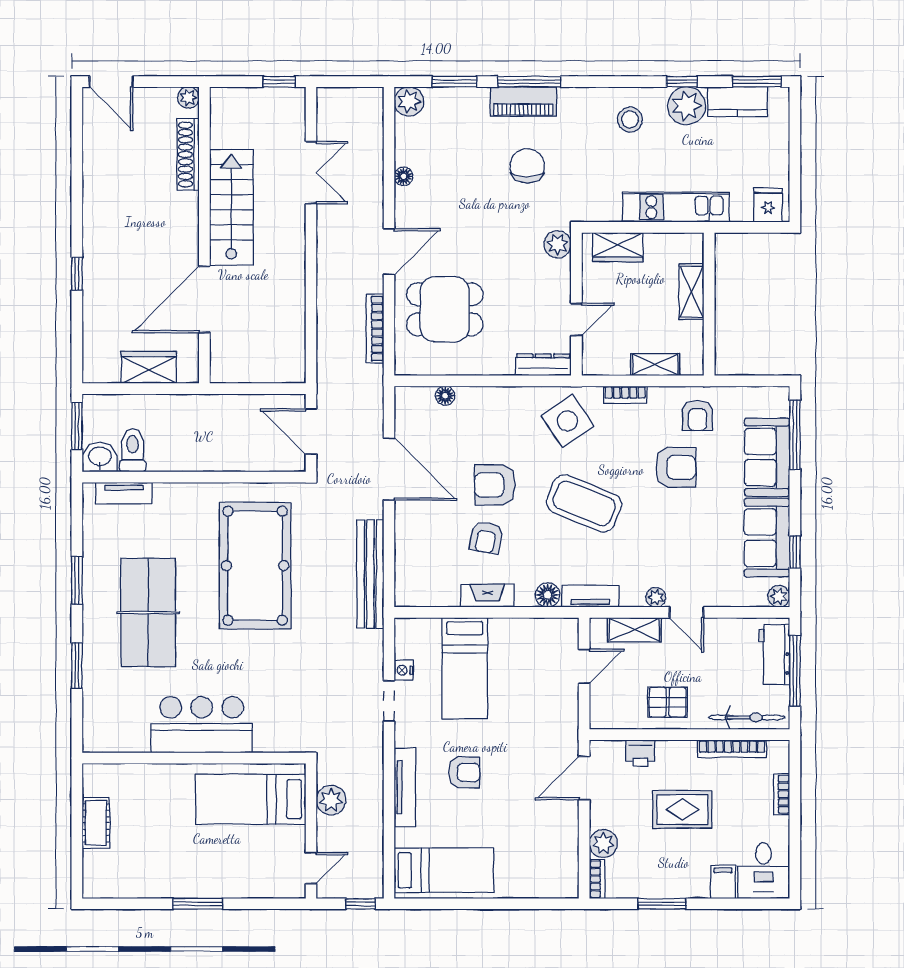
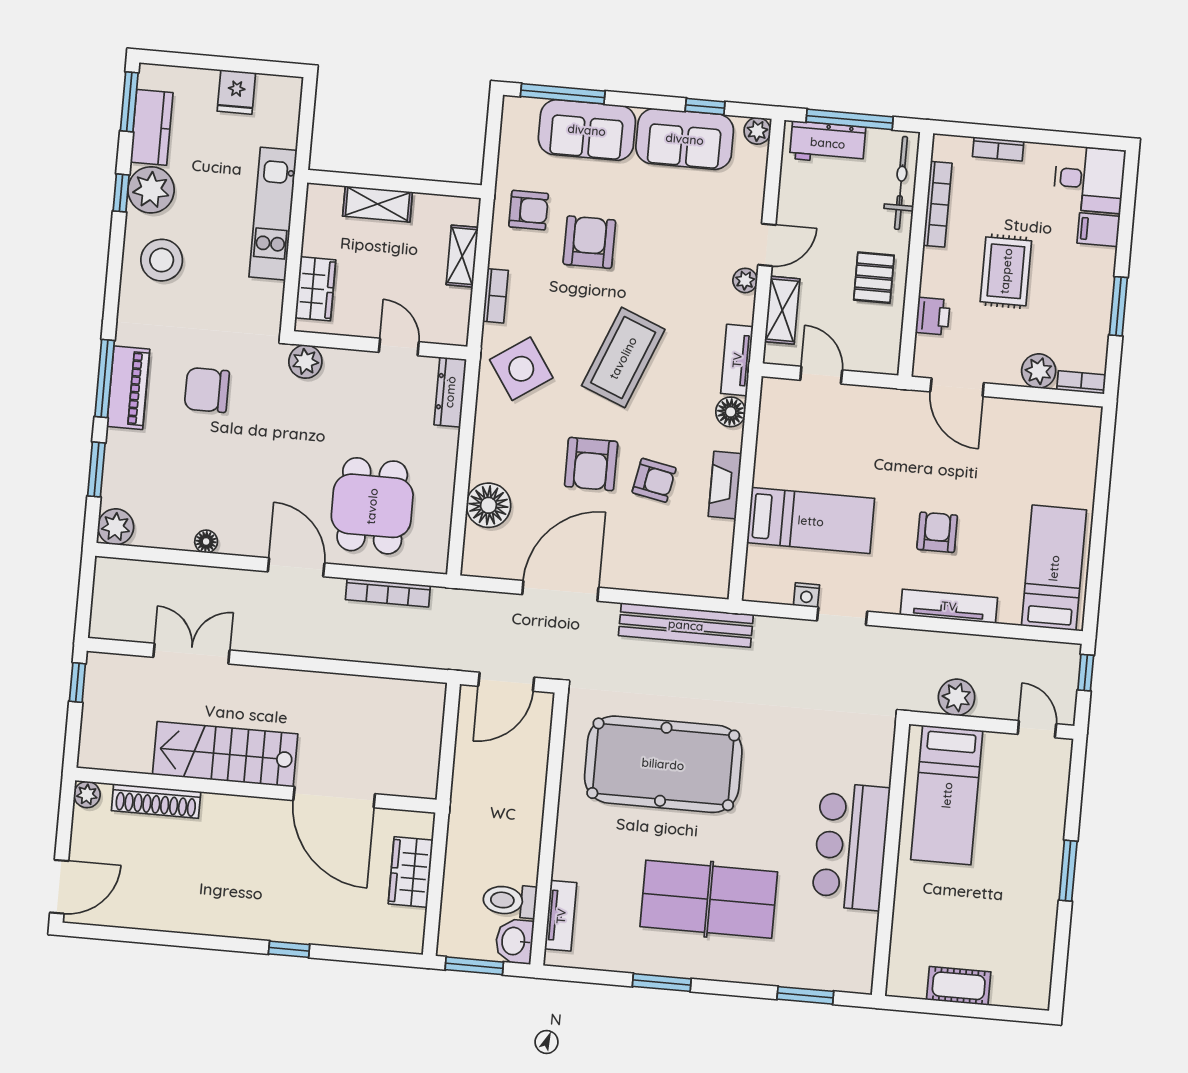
stool: (630, 120) -> (162, 260), width x1.38, depth x1.38
fridge: (768, 205) -> (236, 92), moved, turned -90
floor lamp: (445, 396) -> (488, 505), width x1.89, depth x1.89
window: (77, 666) -> (805, 995), moved

